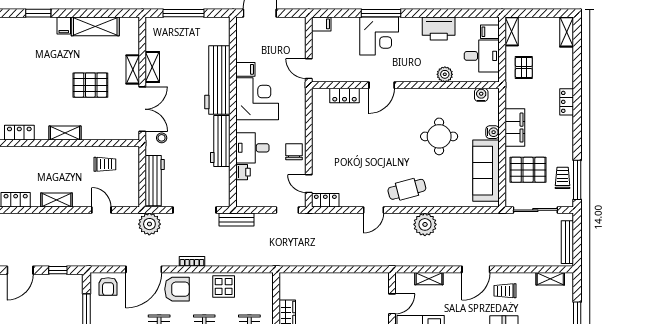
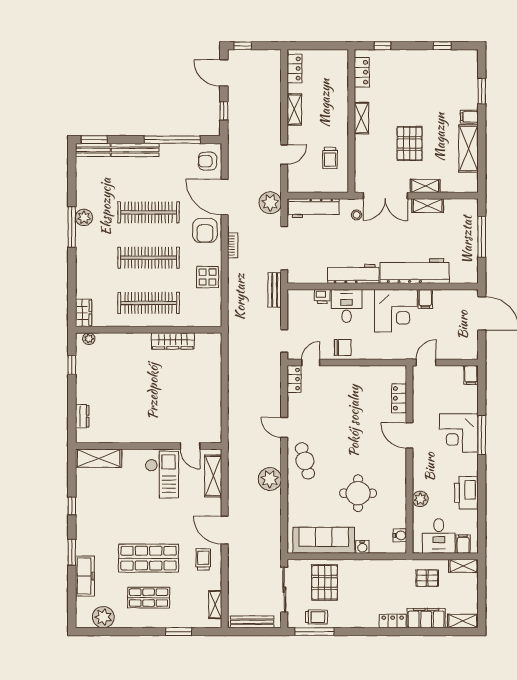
filing cabinet: (515, 128) -> (426, 618), moved, turned 180
shelving: (429, 279) -> (213, 476), width x1.50, depth x1.33

